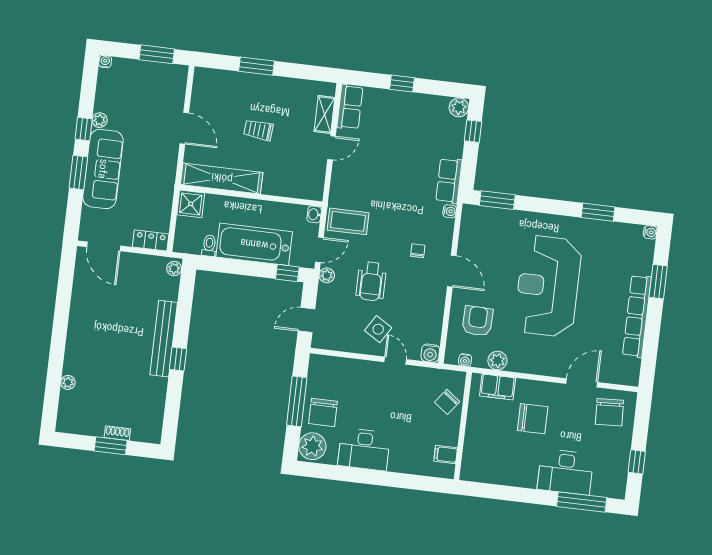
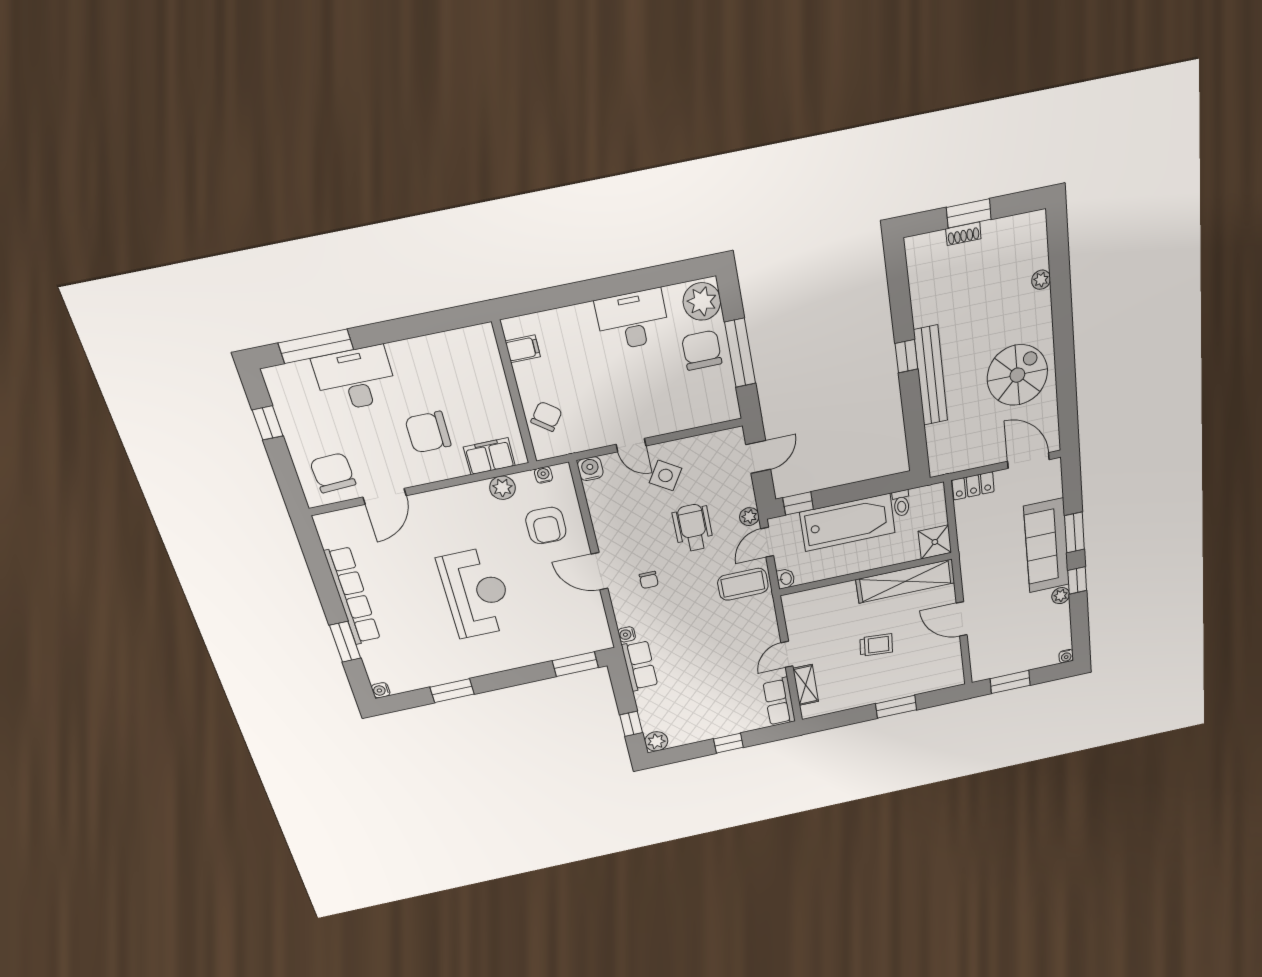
plant: (174, 269) -> (937, 463), removed
reception desk: (548, 286) -> (476, 593), width x0.74, depth x0.77
spiral stairs: (99, 317) -> (1017, 375), added

